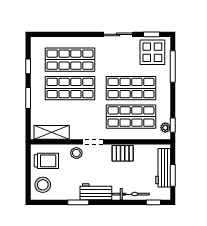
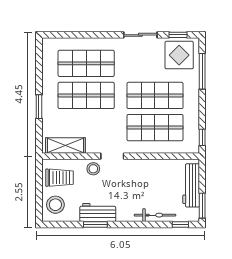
window: (28, 66) -> (39, 71), removed
plant: (165, 128) -> (194, 140), removed
pallet: (123, 153) -> (146, 169), removed
window: (173, 175) -> (202, 206), moved
workbench: (96, 192) -> (98, 212), moved

